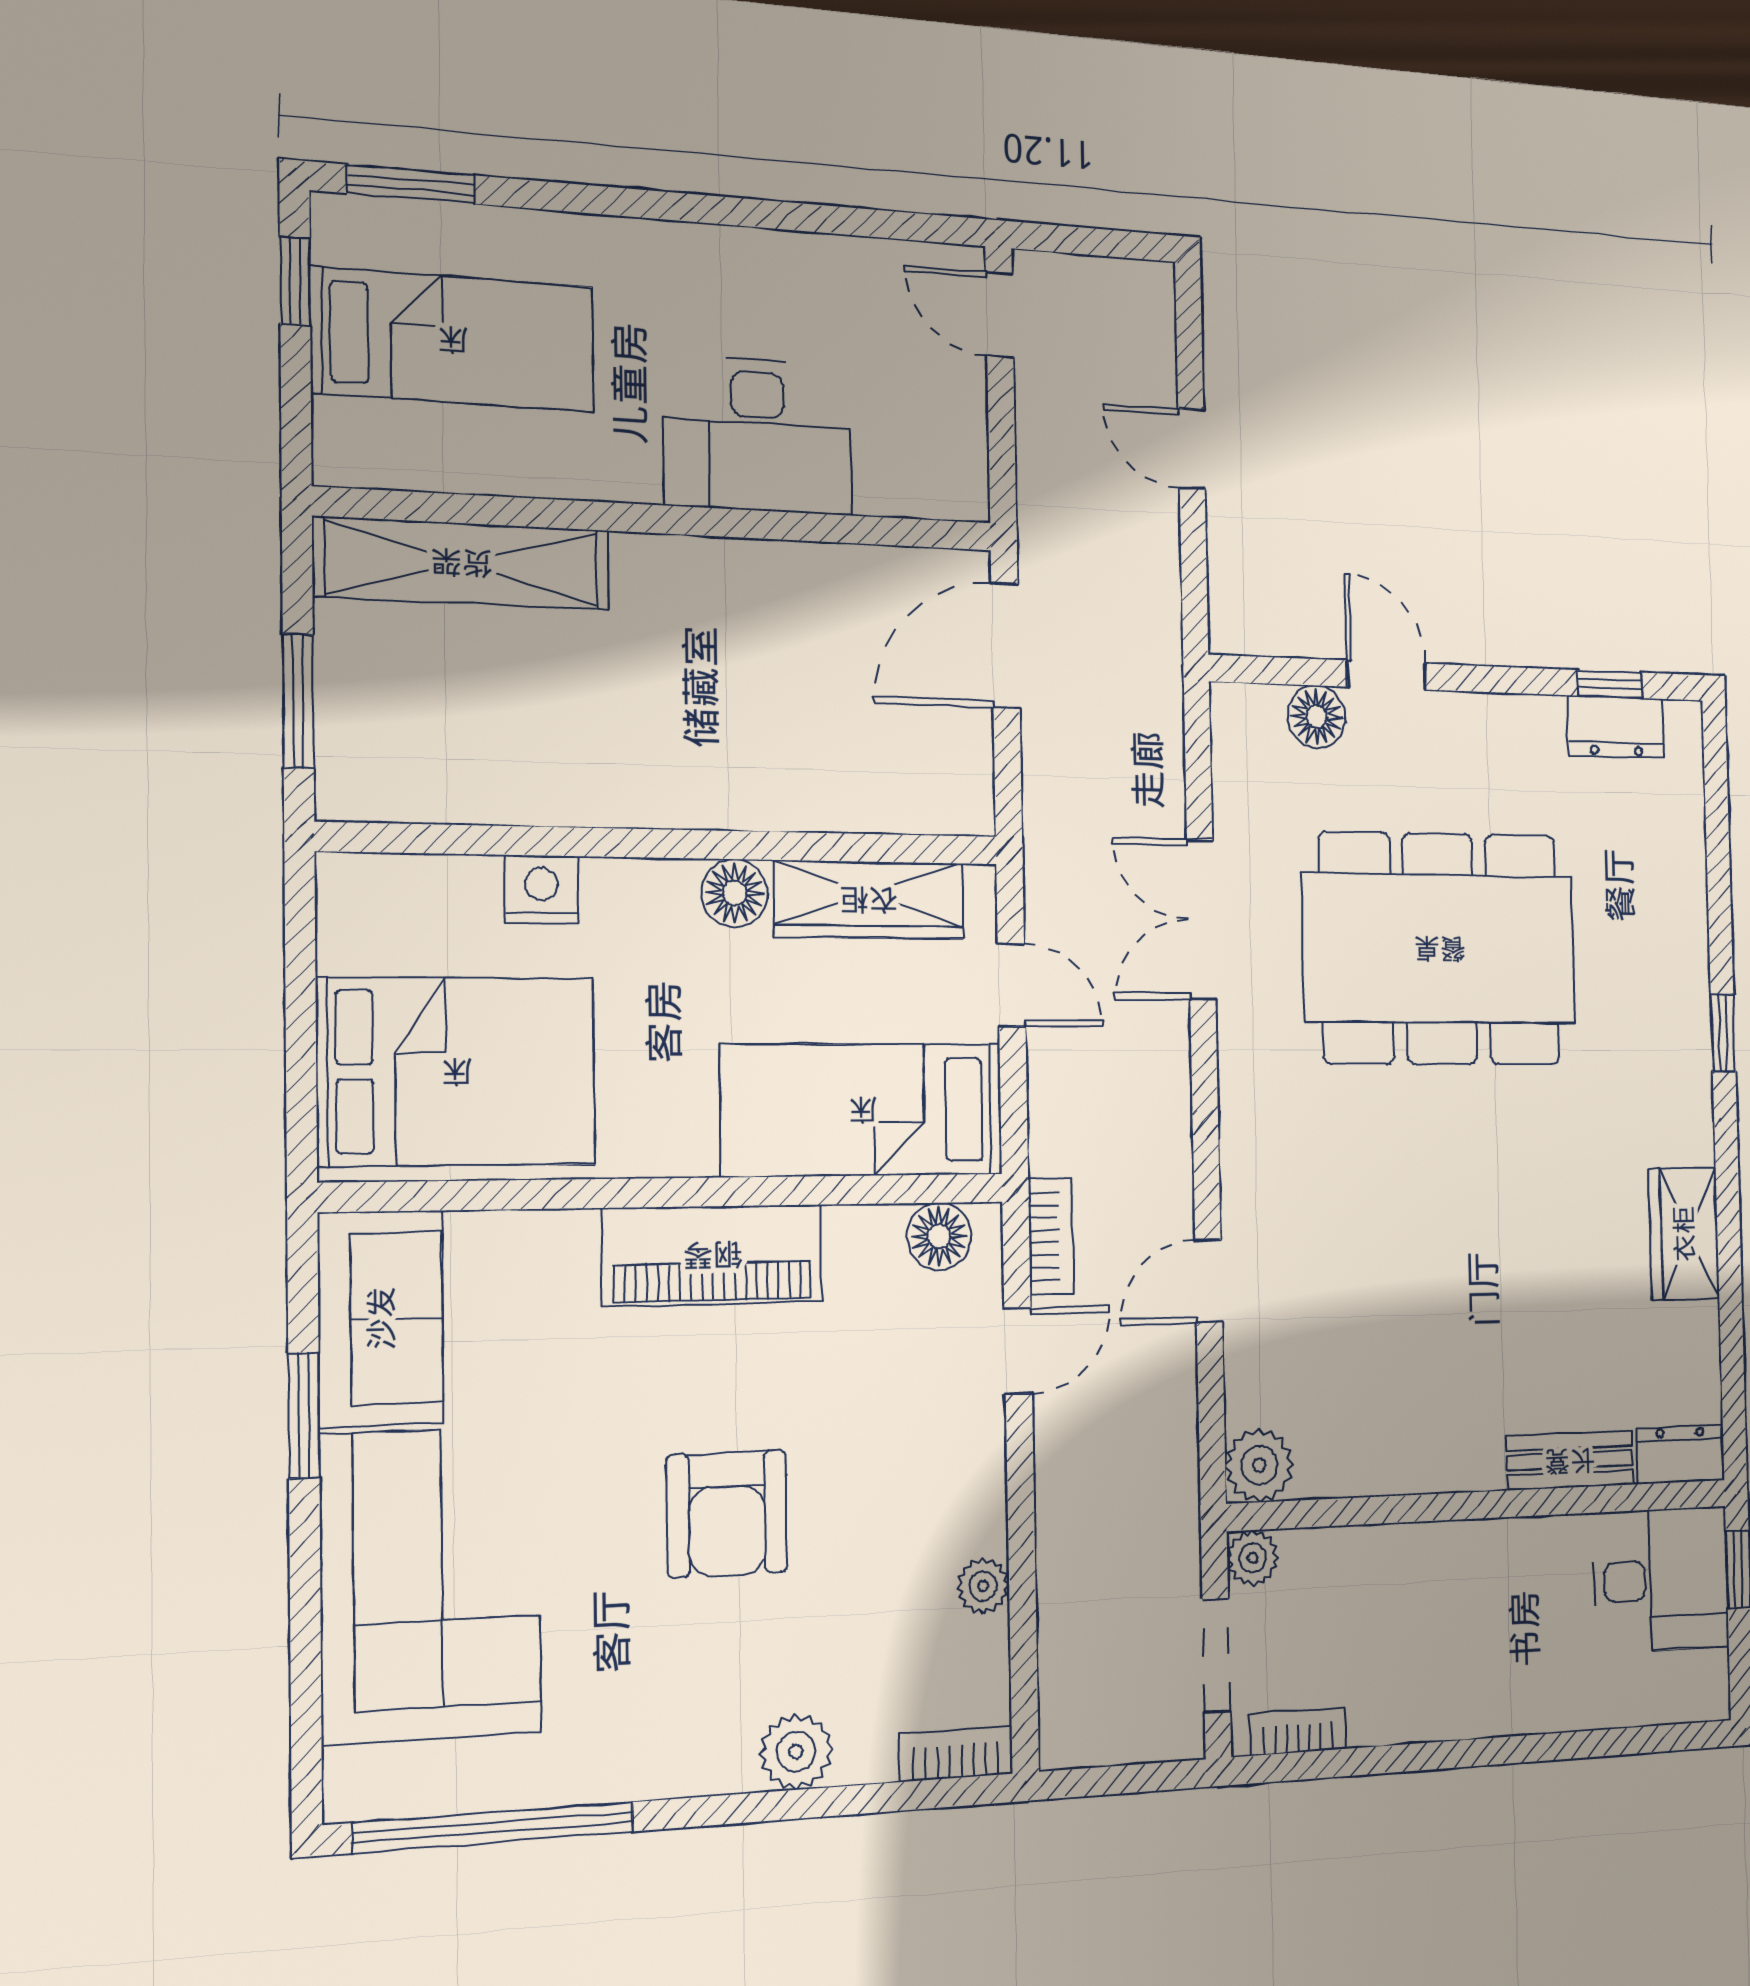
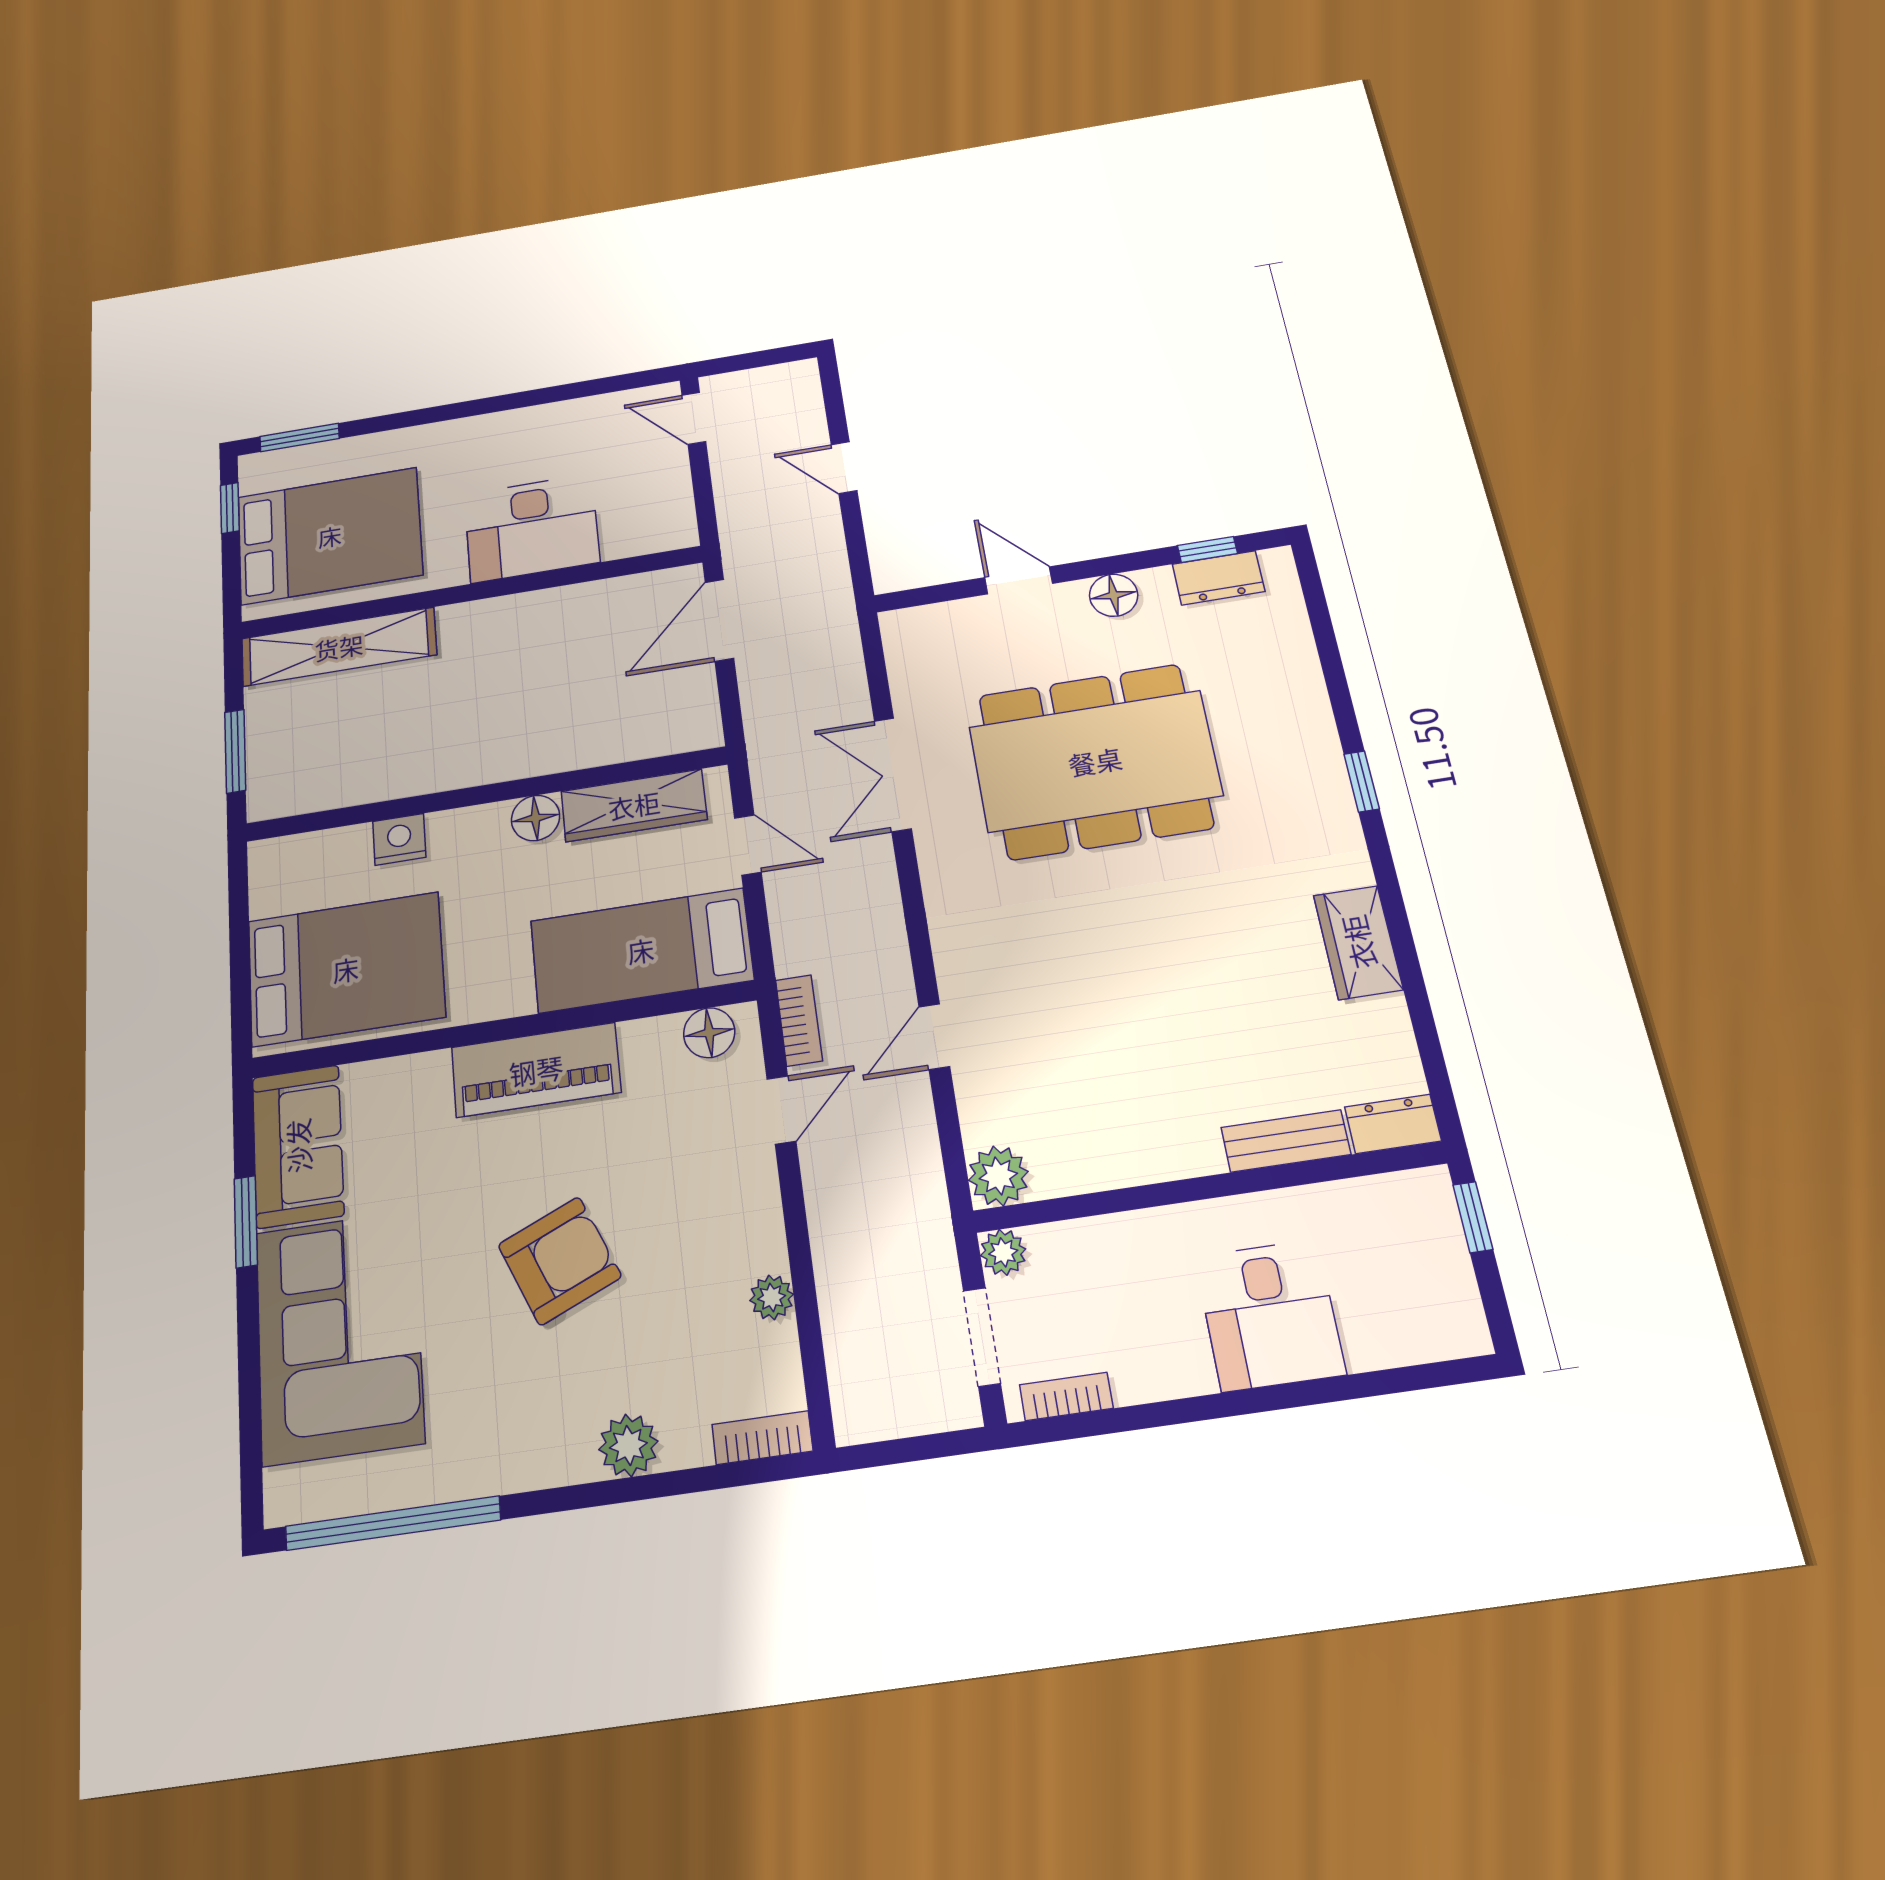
bed: (453, 340) -> (330, 536), width x1.50
floor lamp: (1317, 717) -> (1114, 595), moved
armchair: (727, 1514) -> (560, 1261), turned -113
desk: (1661, 1580) -> (1270, 1315), moved, turned 90

